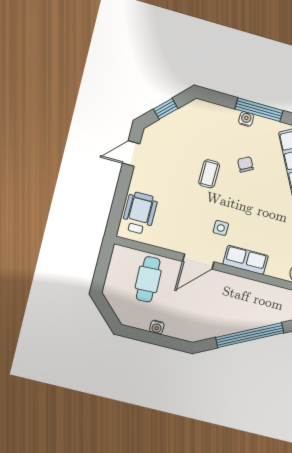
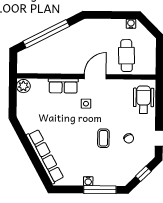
window: (259, 110) -> (100, 190), moved
chair: (245, 164) -> (129, 138), moved
wheelchair: (139, 213) -> (144, 100), turned 180
water cooler: (157, 327) -> (131, 24), moved

